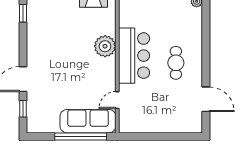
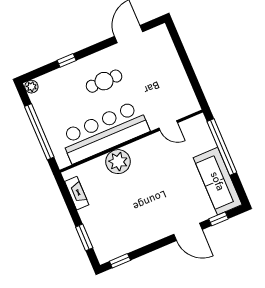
window: (206, 39) -> (67, 60), added
bar counter: (134, 56) -> (104, 132), width x1.36
sofa: (88, 121) -> (218, 181), moved

